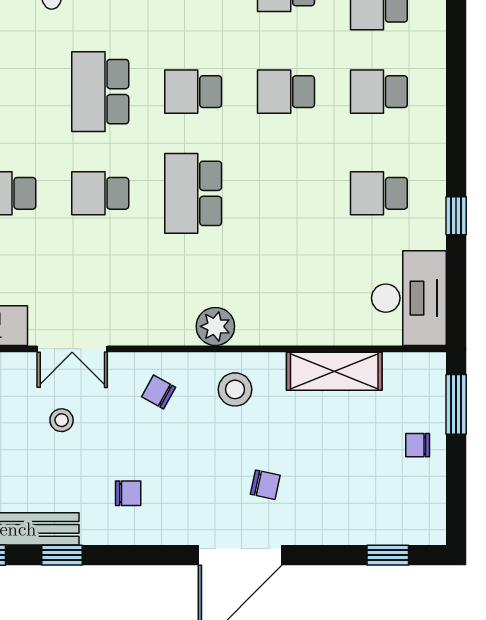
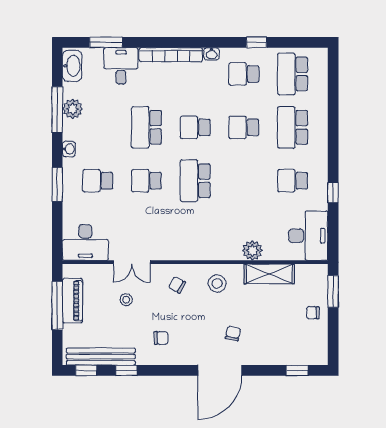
school desk: (379, 92) -> (293, 127), width x1.85
plant: (215, 326) -> (252, 250), moved
chair: (265, 485) -> (233, 333), turned -90

